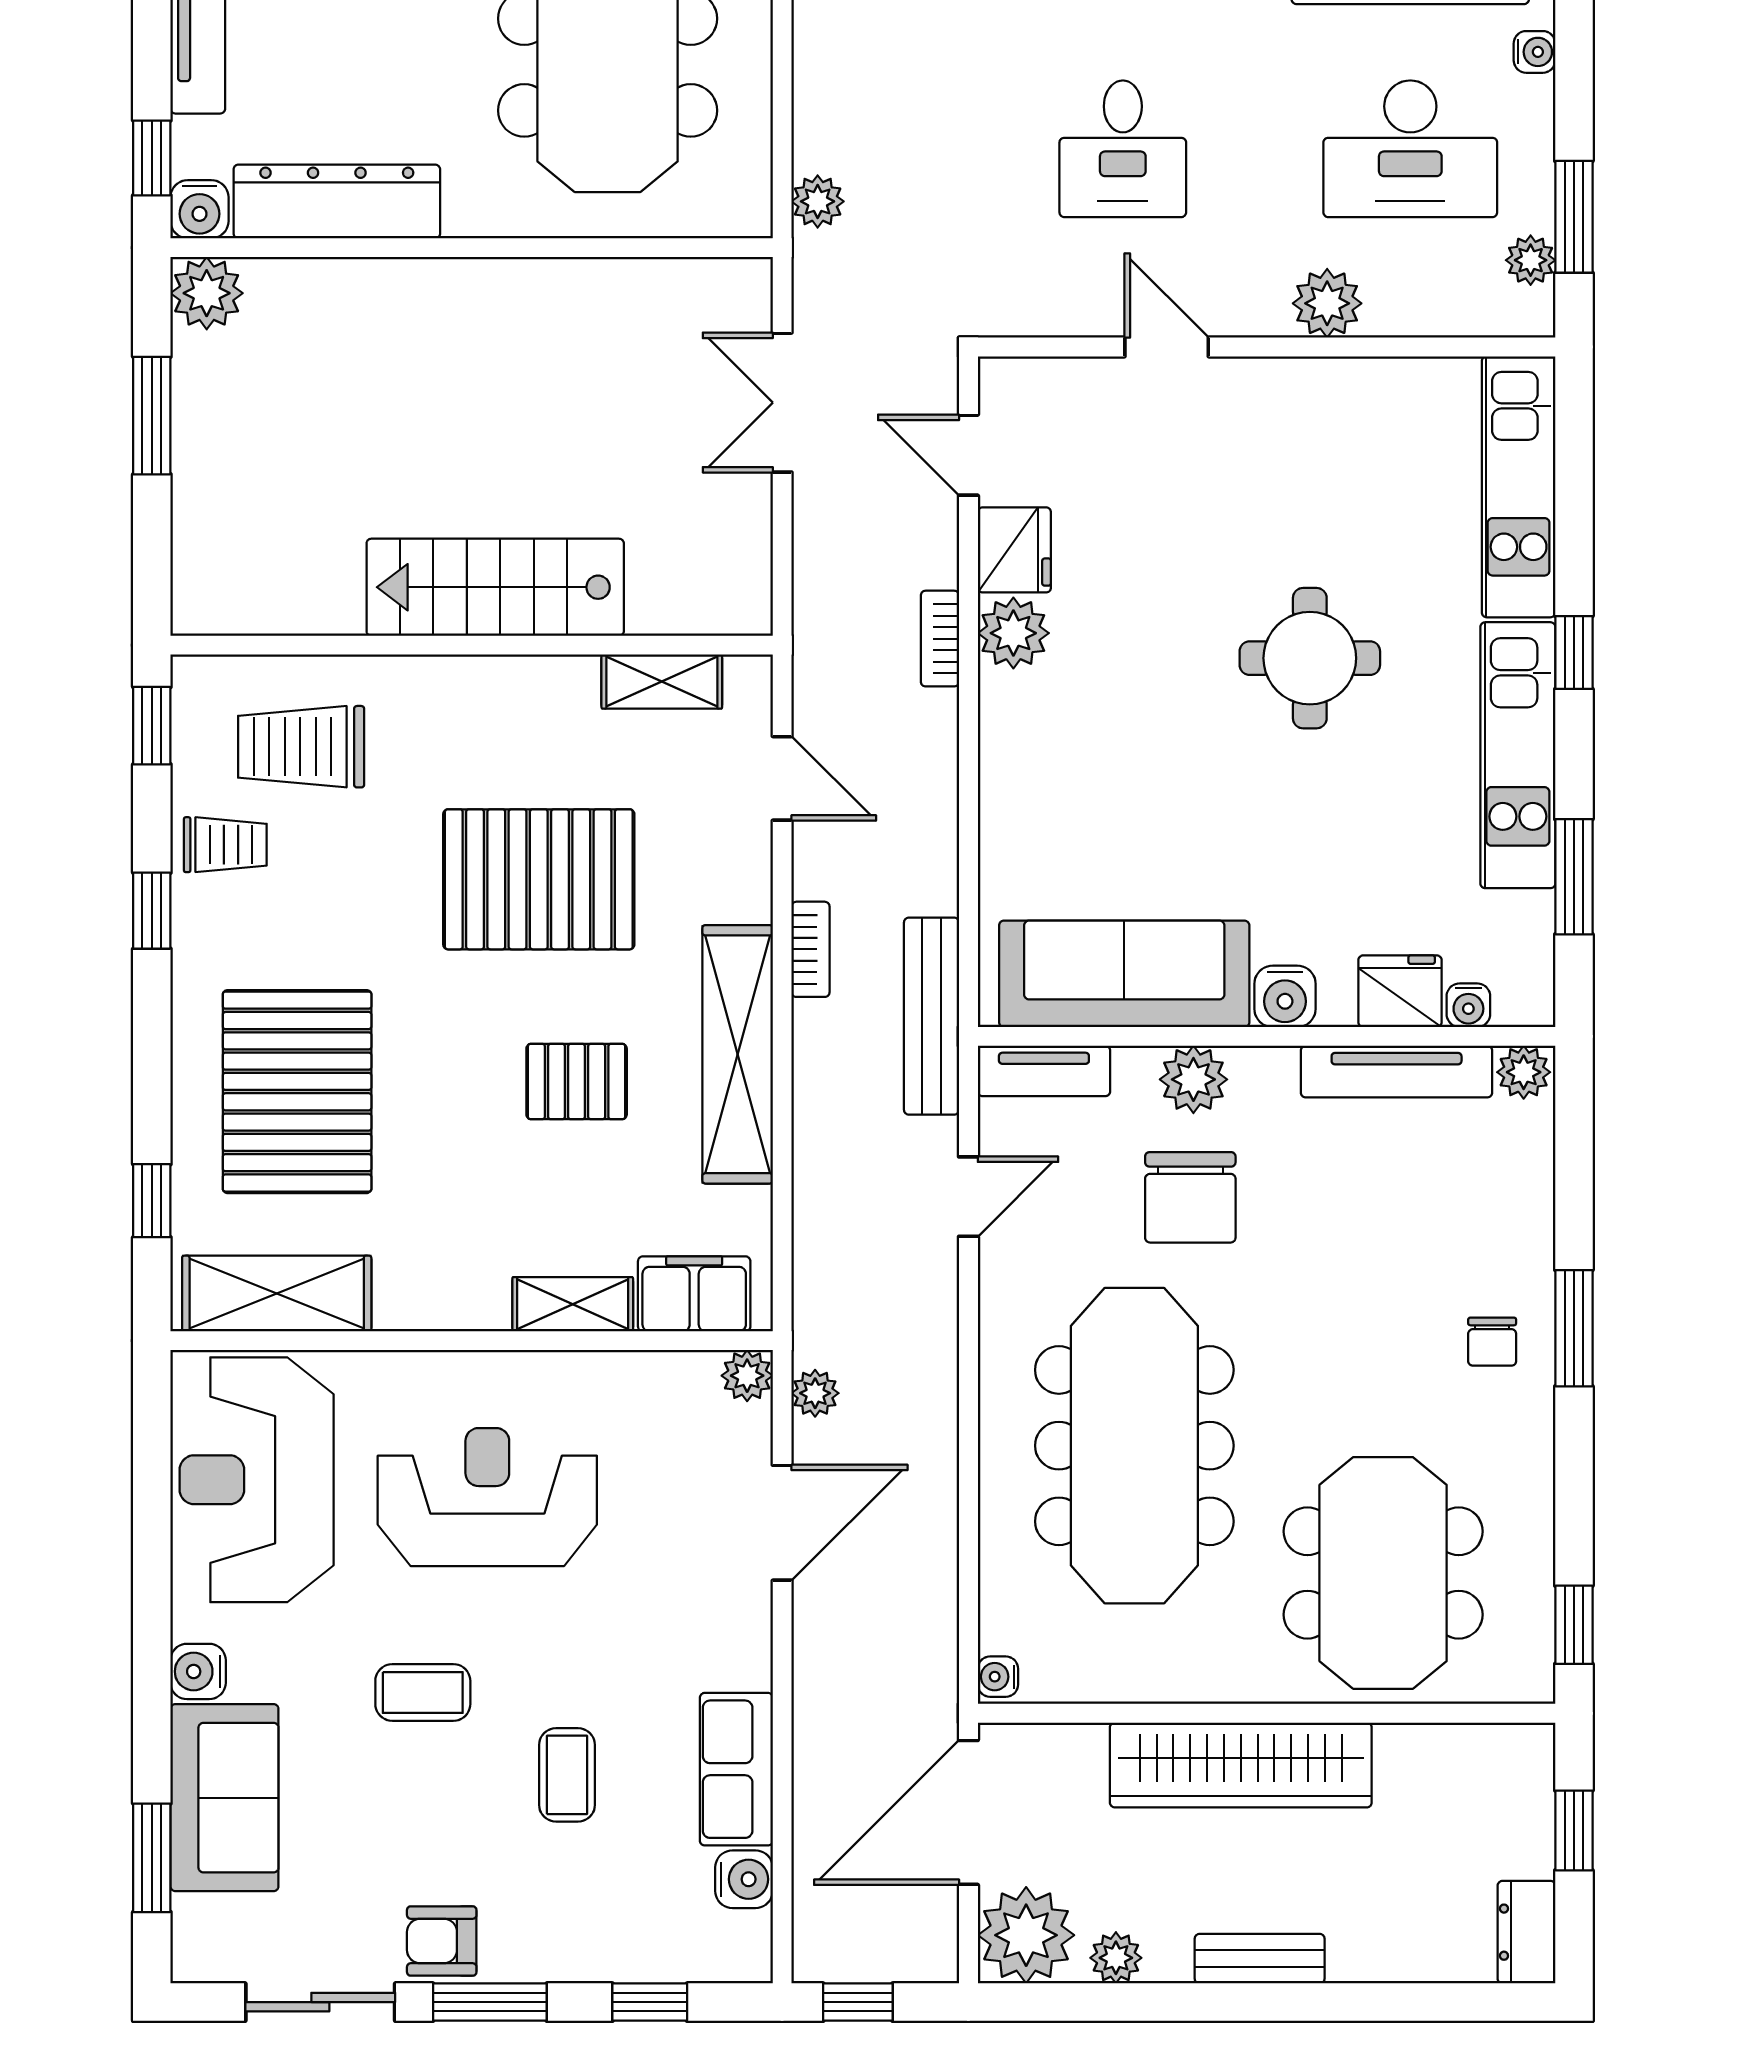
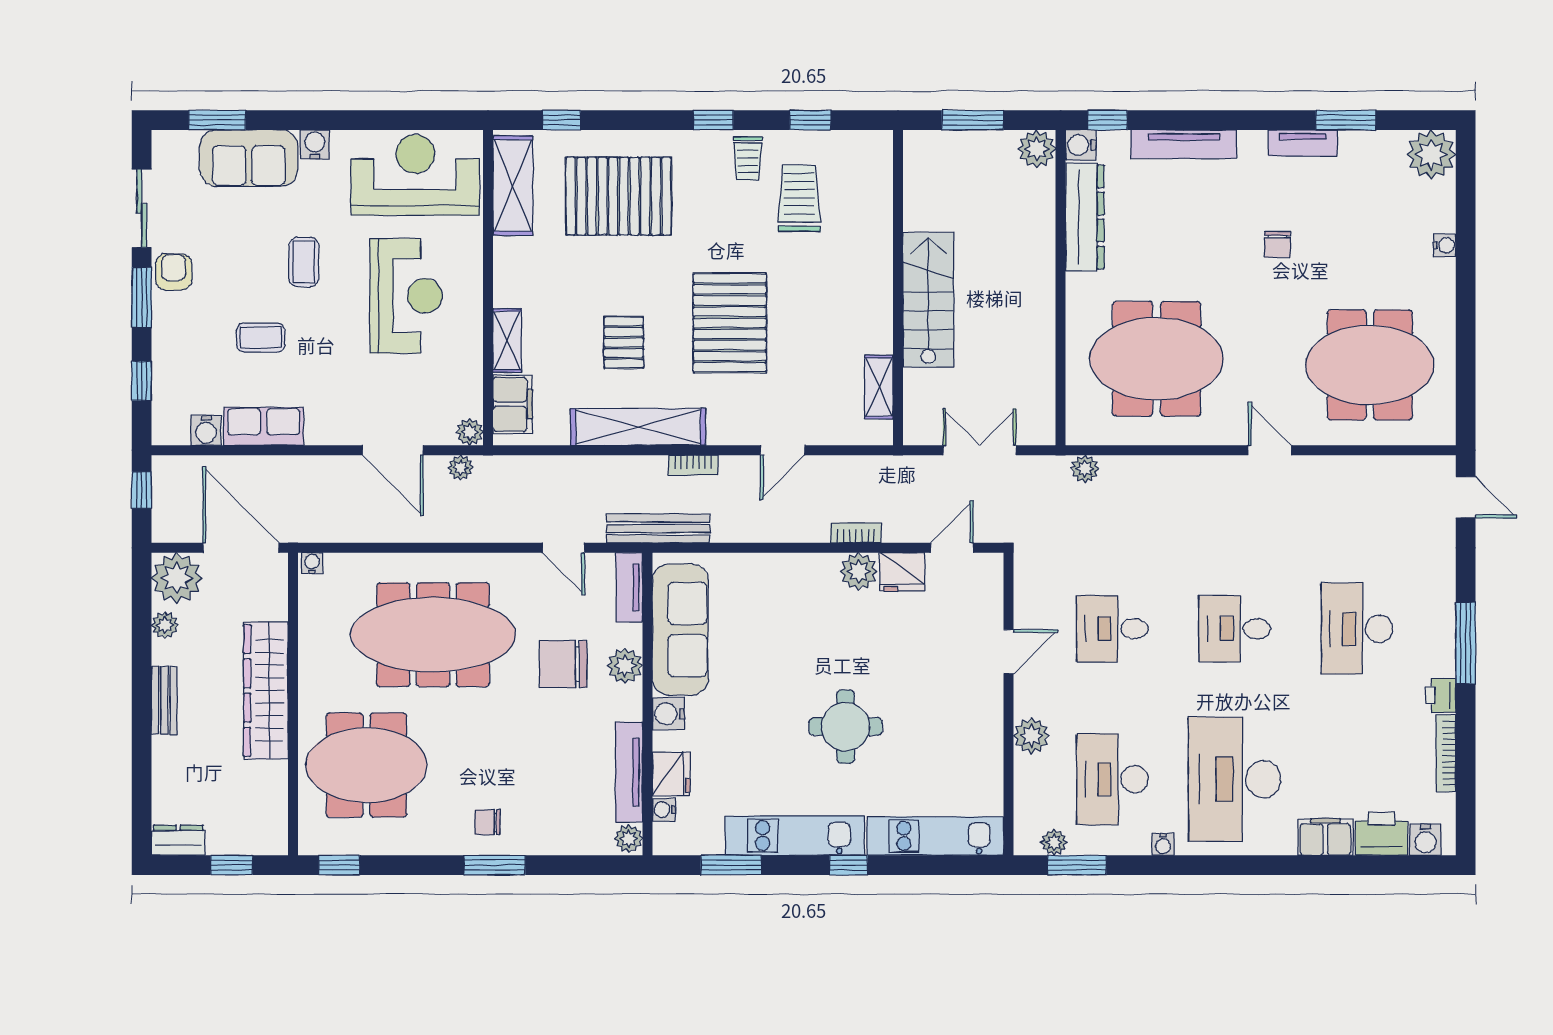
stairs: (495, 587) -> (928, 300), moved
wall: (472, 645) -> (898, 288), moved
shelving: (662, 682) -> (879, 387), moved

